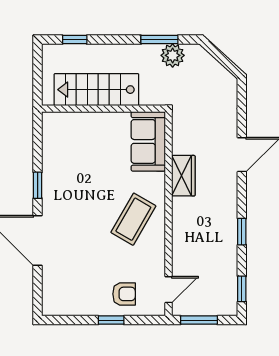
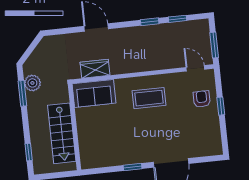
wardrobe: (183, 176) -> (95, 69), moved
coffee table: (133, 219) -> (149, 98), turned -30
window: (242, 289) -> (178, 19), moved

